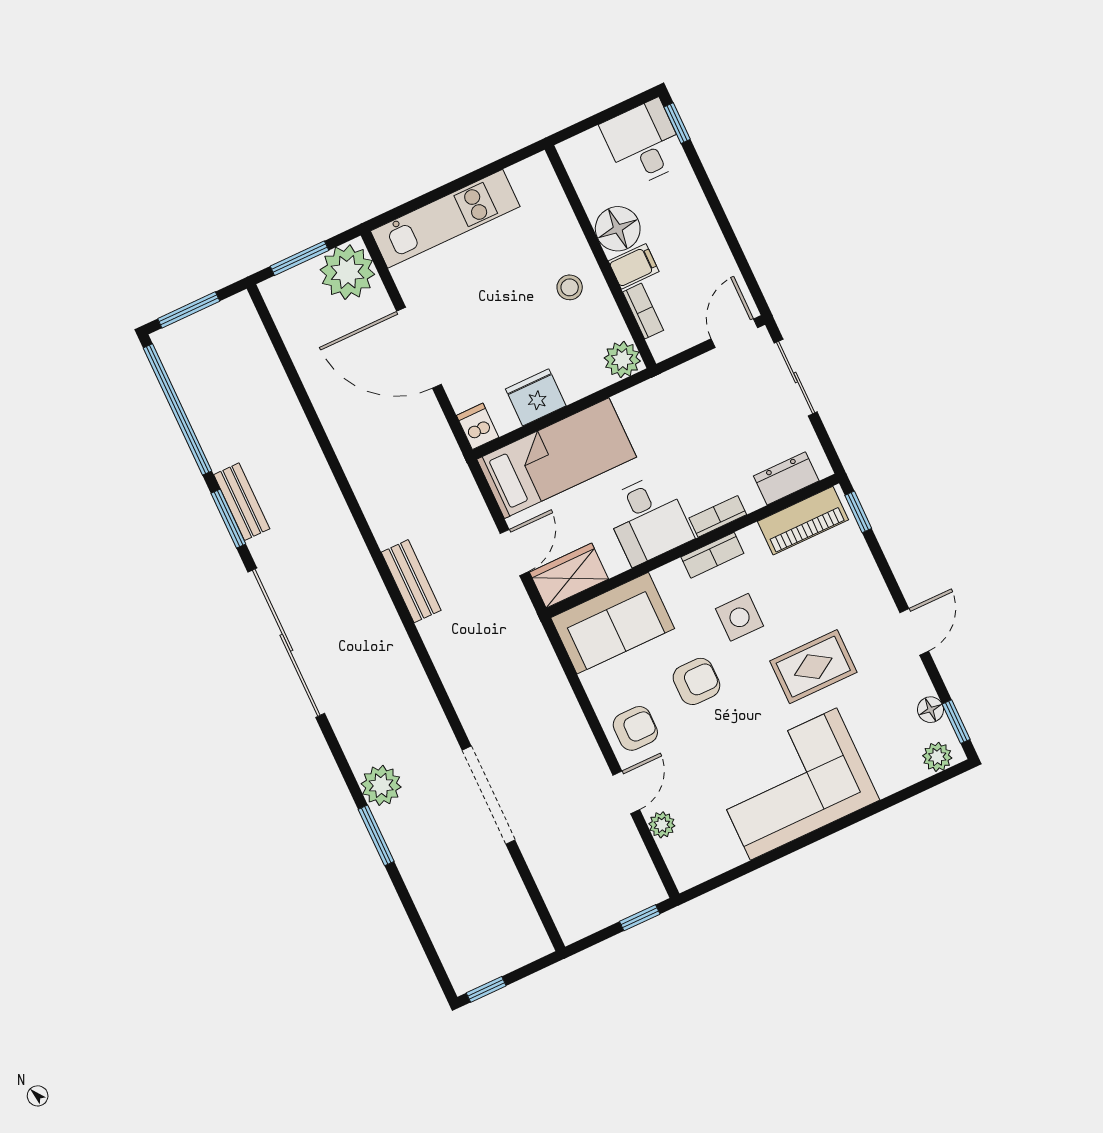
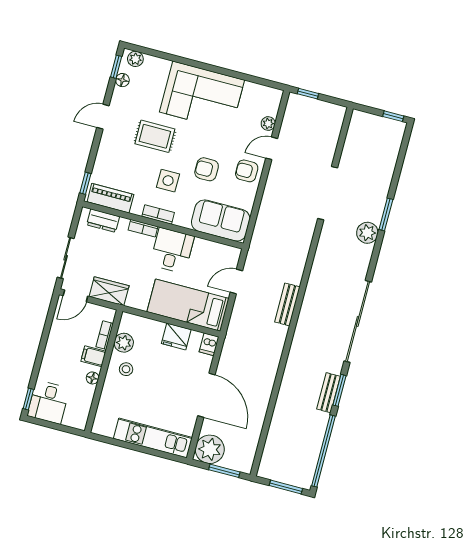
floor lamp: (618, 229) -> (93, 378), width x0.53, depth x0.53
plant: (622, 360) -> (124, 343), moved
wardrobe: (569, 576) -> (109, 291), moved, turned 180

